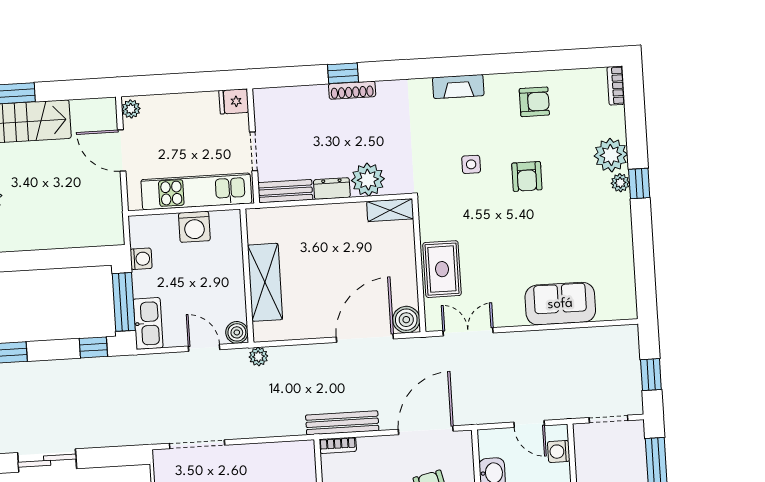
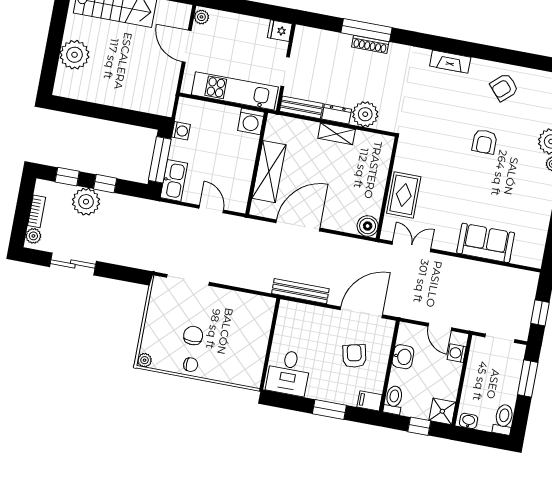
window: (343, 73) -> (367, 30), width x2.17
armchair: (534, 102) -> (504, 87), turned 138
side table: (471, 164) -> (445, 122), removed
shelving: (390, 210) -> (337, 134), moved
washing machine: (194, 227) -> (251, 121), moved
boiler: (237, 332) -> (239, 204), removed
door: (365, 338) -> (298, 225), moved
window: (93, 347) -> (105, 184), moved
plant: (258, 357) -> (86, 202), moved, width x1.87, depth x1.87
bookcase: (338, 445) -> (293, 307), removed

